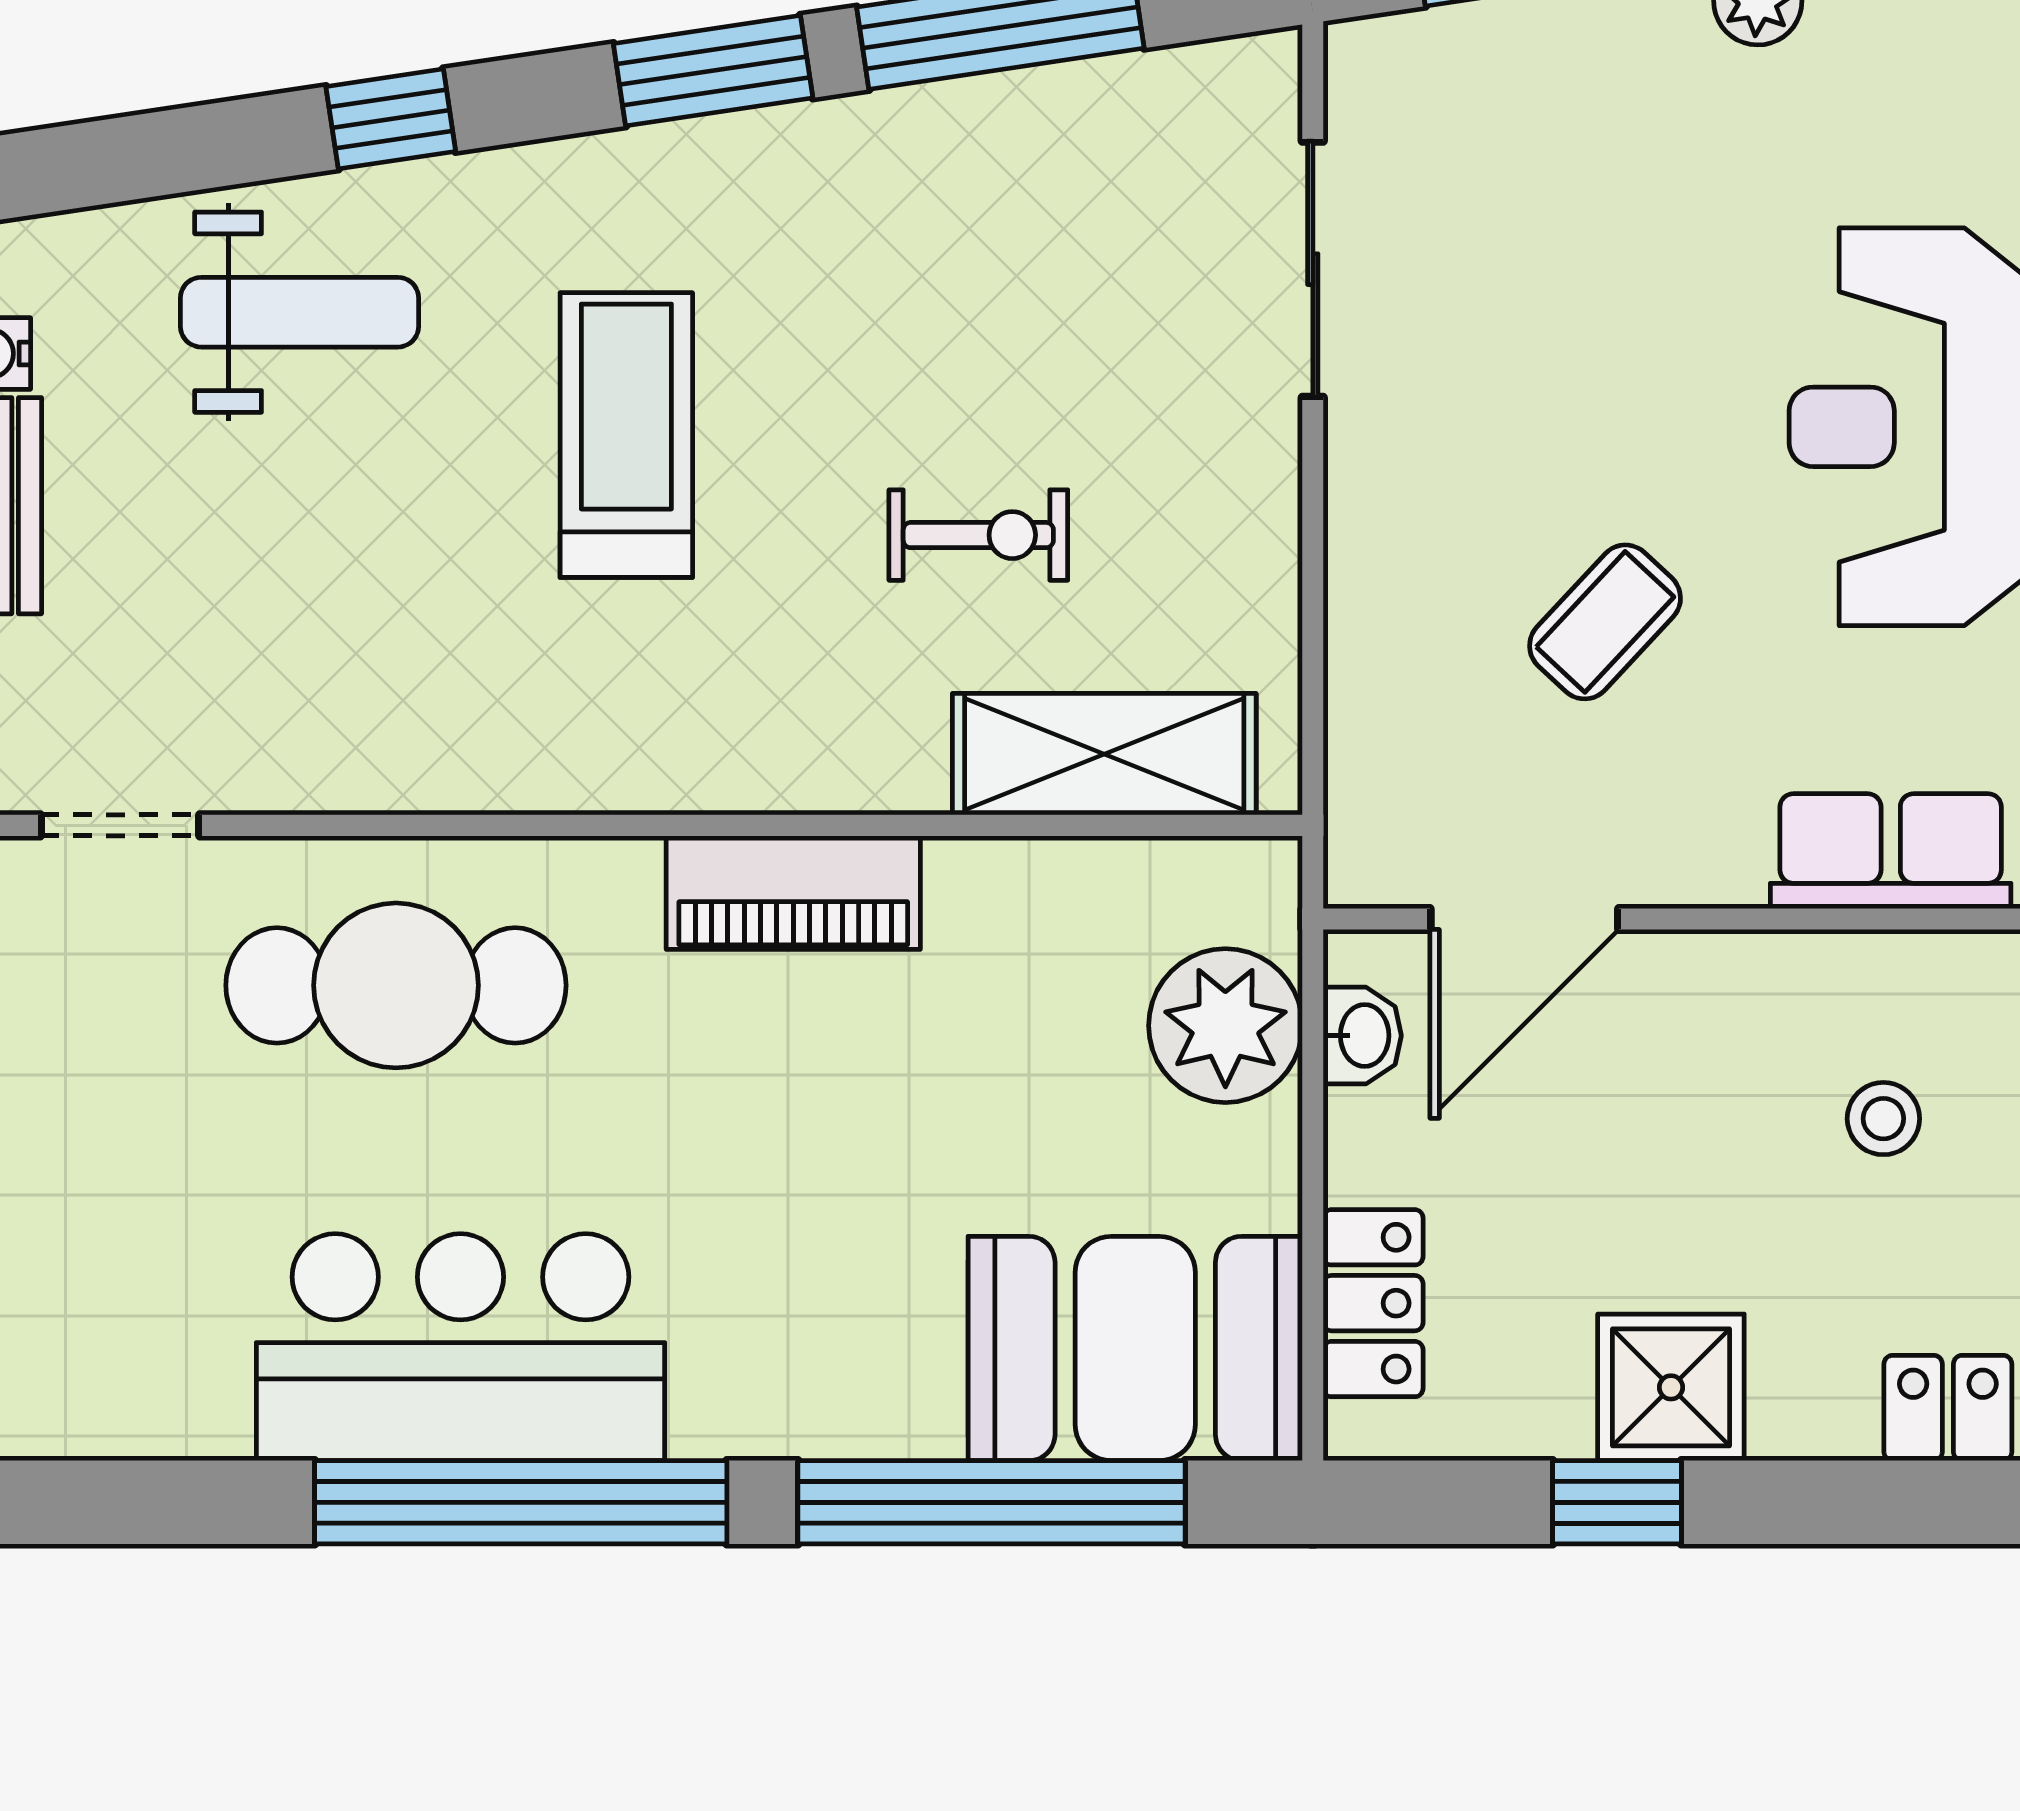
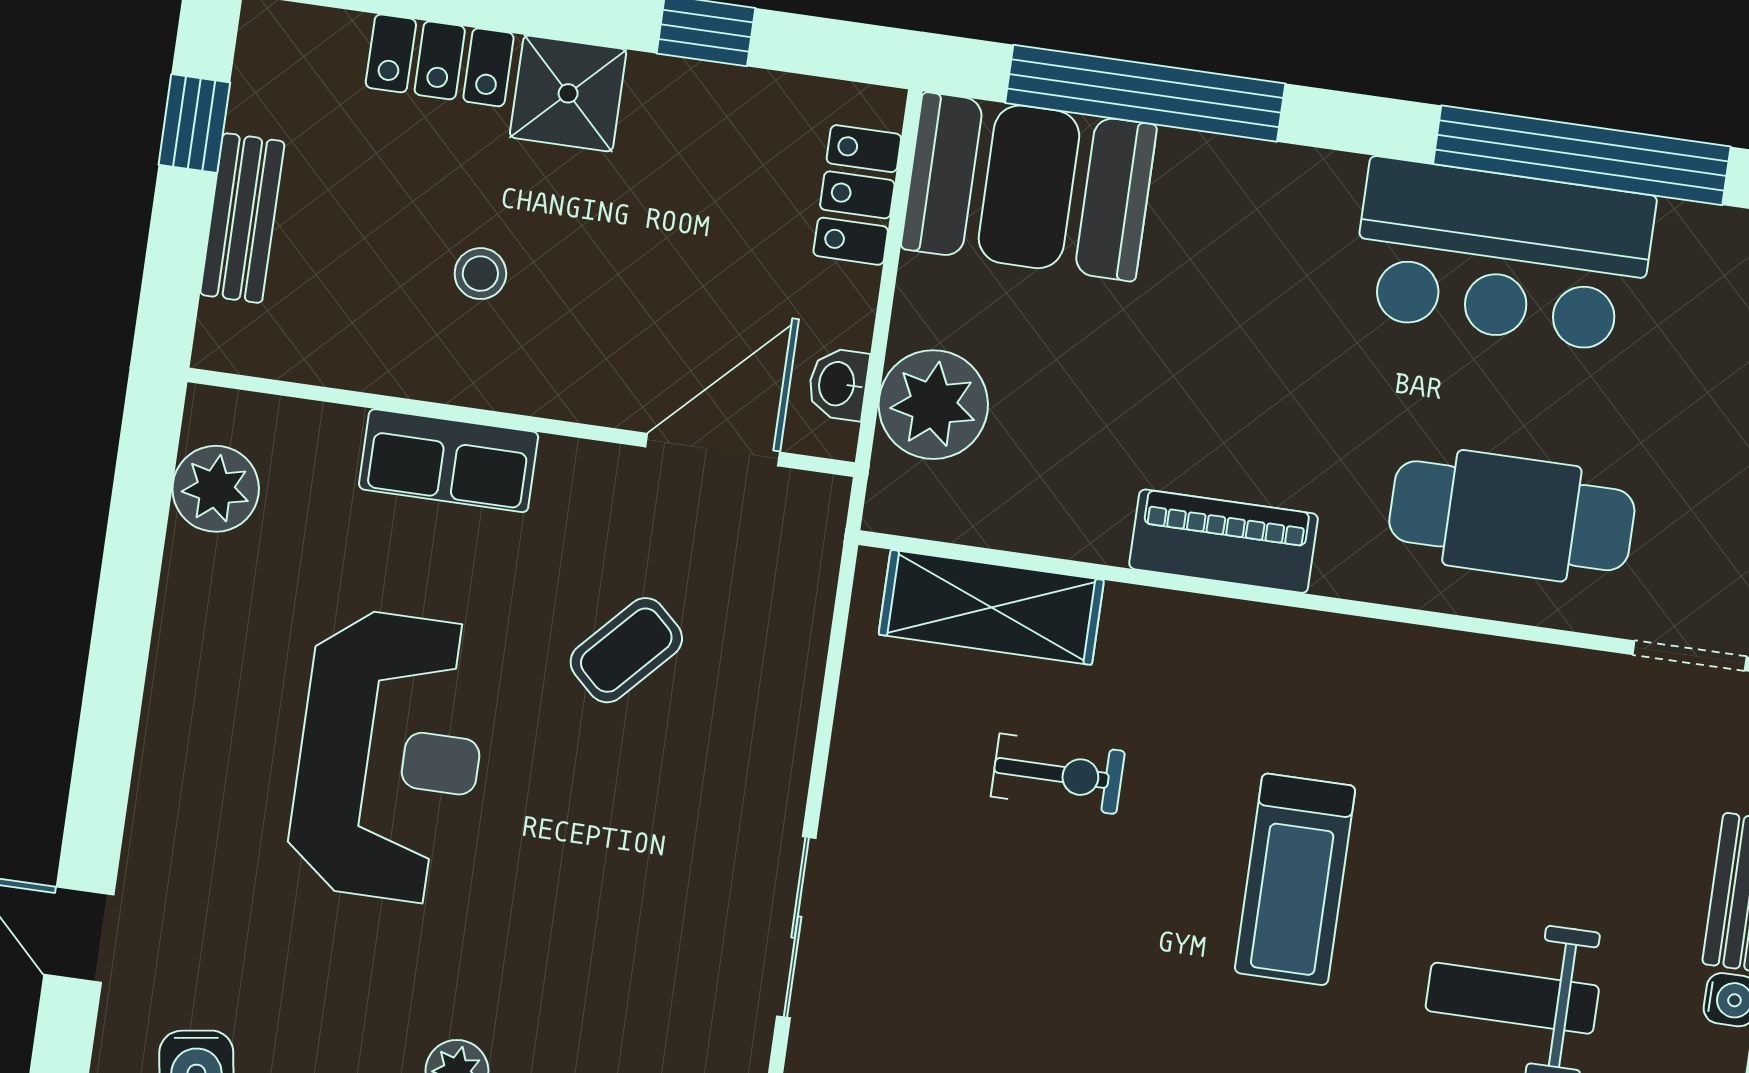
exercise bike: (978, 535) -> (1058, 774), turned 180
shower: (1671, 1387) -> (568, 93), moved
window: (521, 1502) -> (1582, 155), moved

